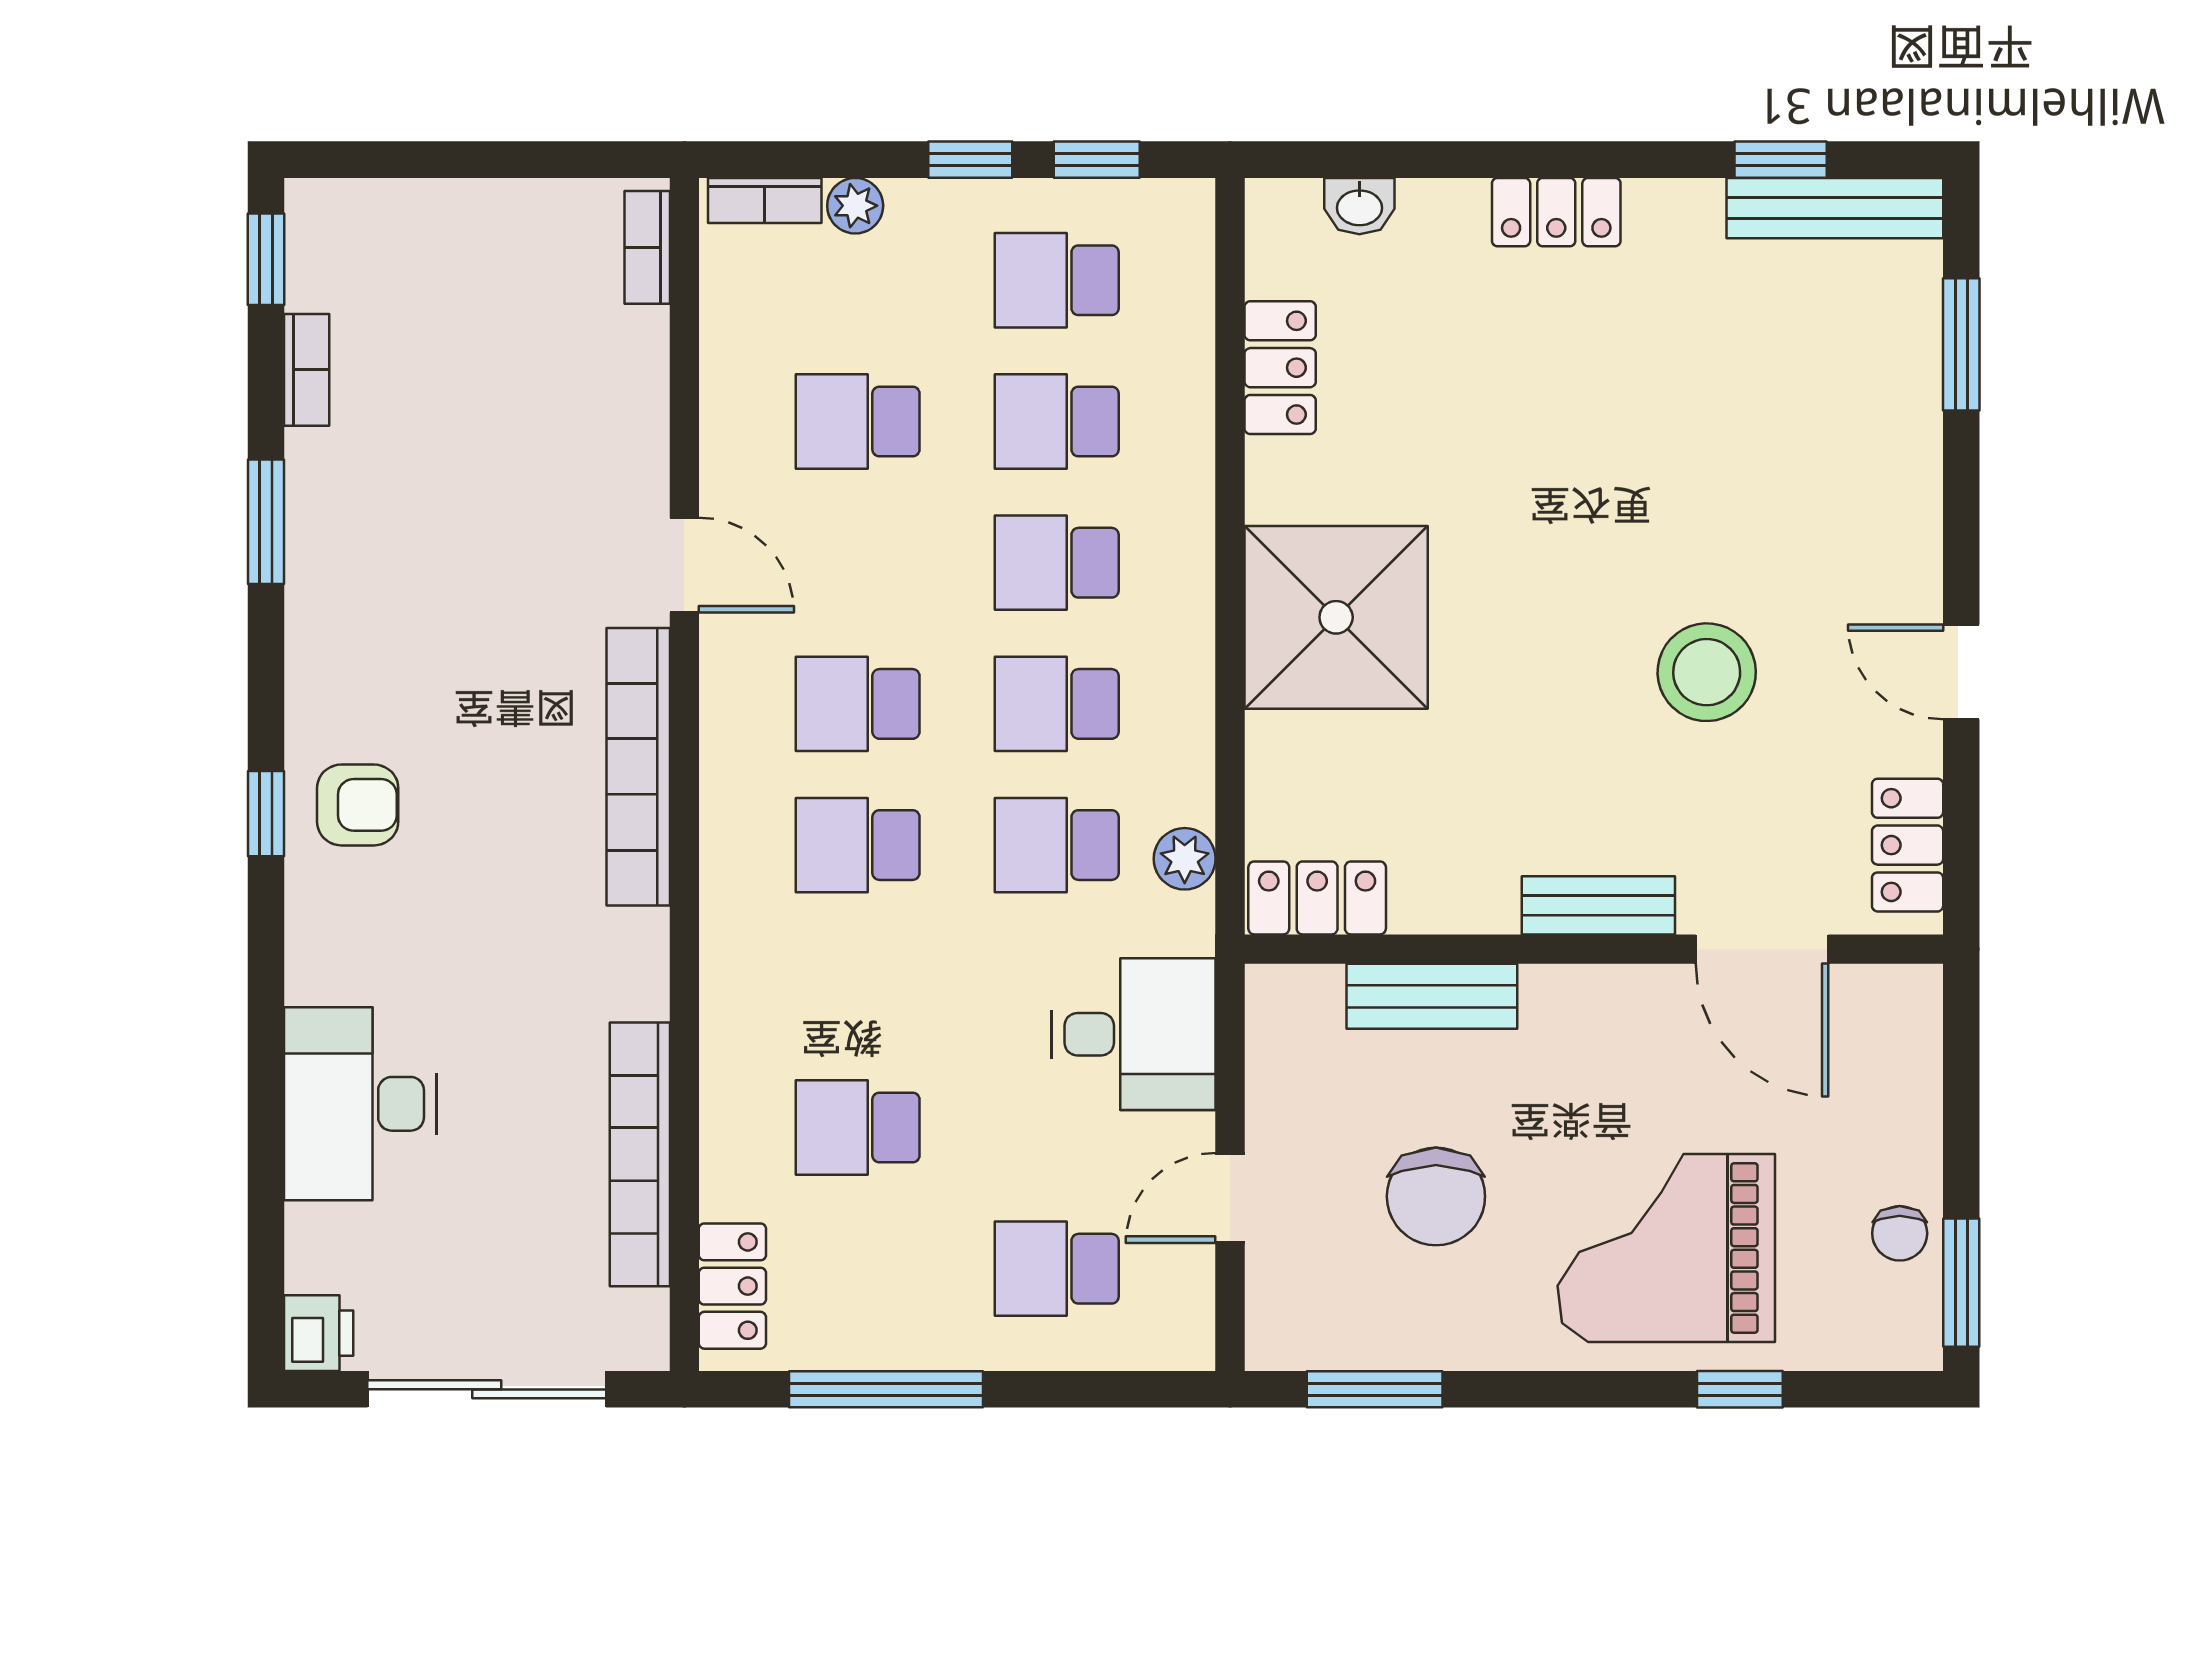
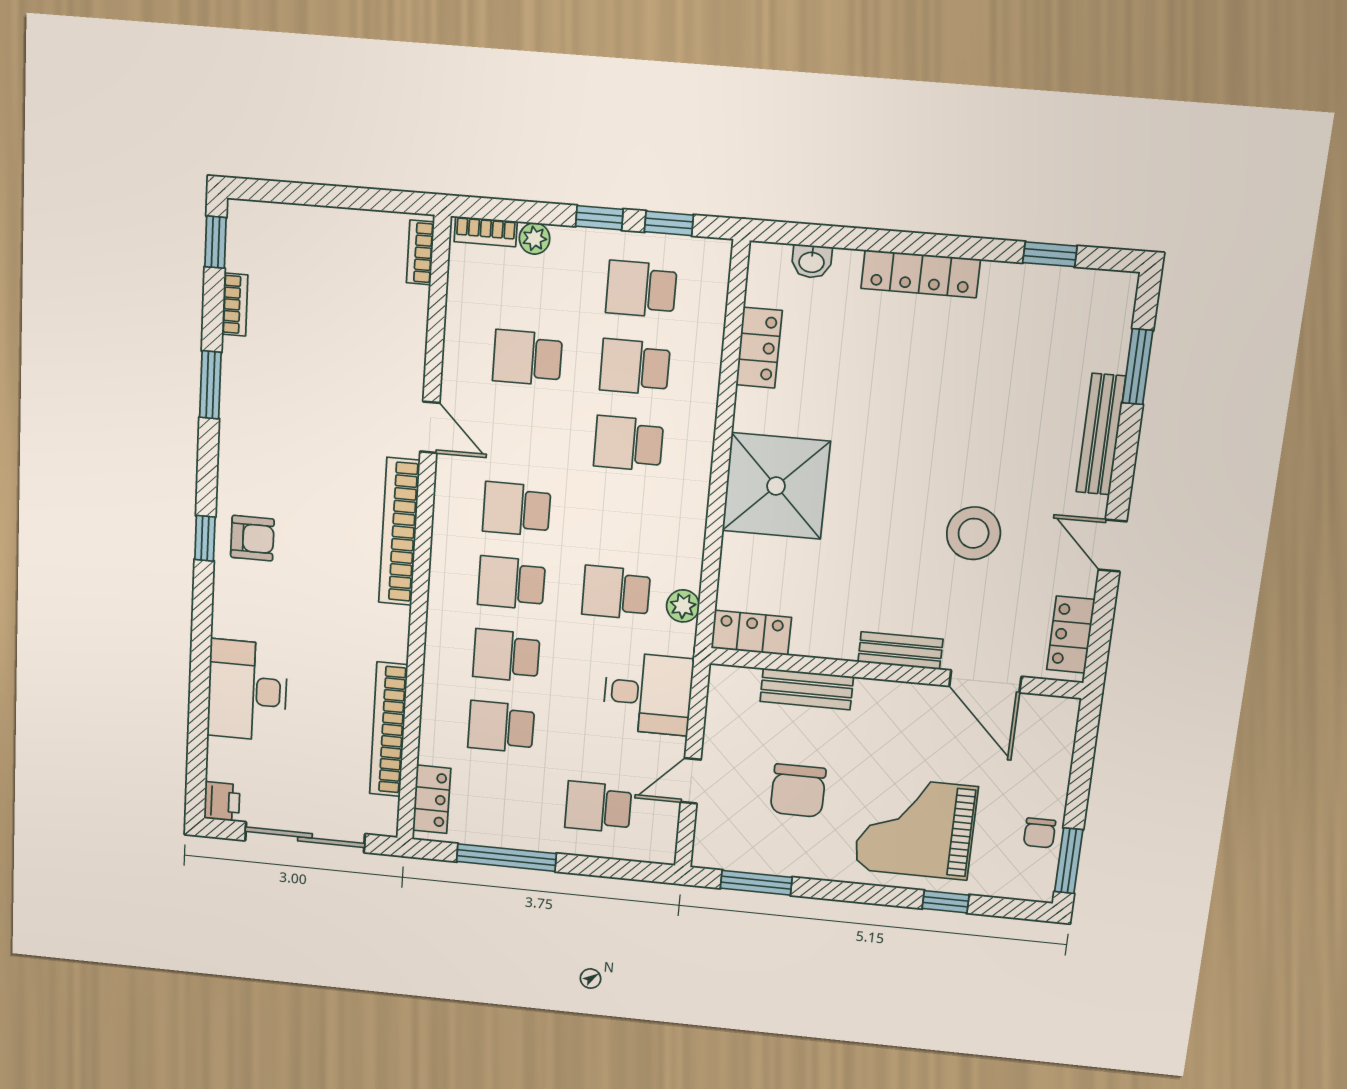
bench: (1835, 208) -> (1101, 434), moved, turned 90
locker: (1556, 212) -> (921, 274), width x1.53
school desk: (1057, 704) -> (506, 655), moved

